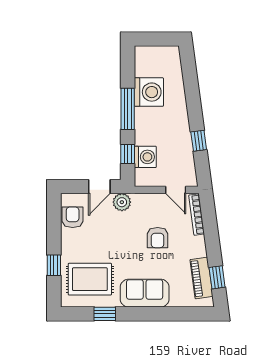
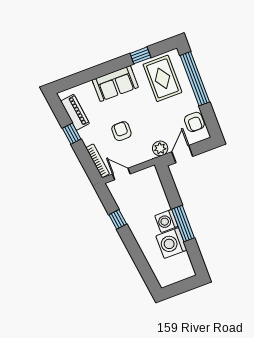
window: (128, 154) -> (170, 188), removed
washing machine: (145, 157) -> (166, 221), moved
window: (54, 265) -> (195, 79), width x3.17
window: (217, 277) -> (72, 134), moved
rug: (90, 279) -> (162, 78), turned 90

